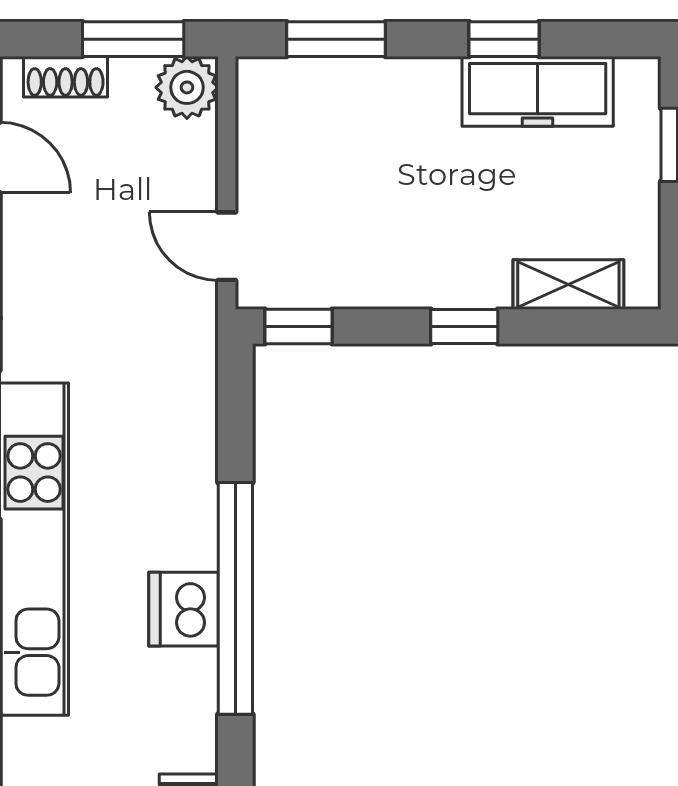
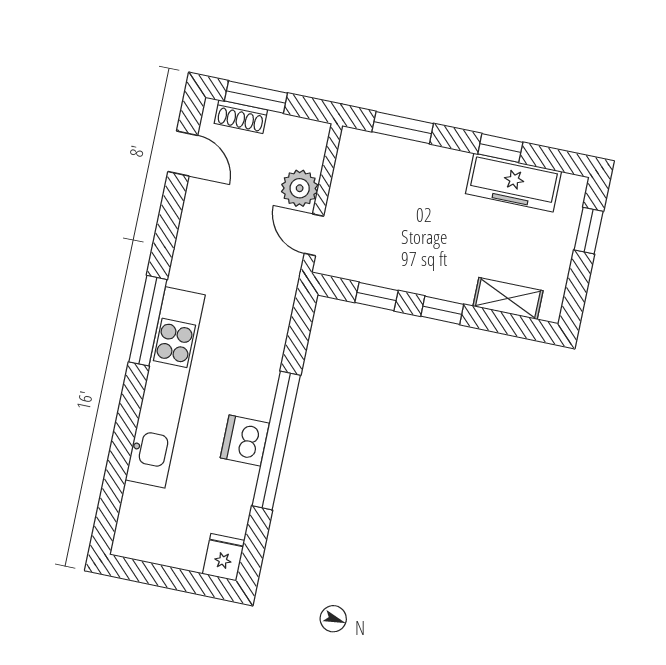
window: (133, 39) -> (256, 97), moved
plant: (187, 87) -> (300, 188), moved
window: (299, 326) -> (377, 297), moved

